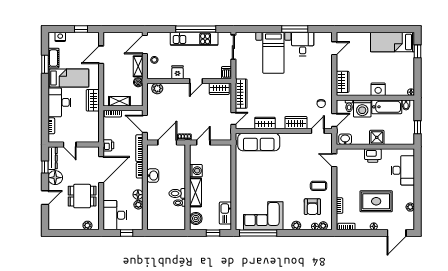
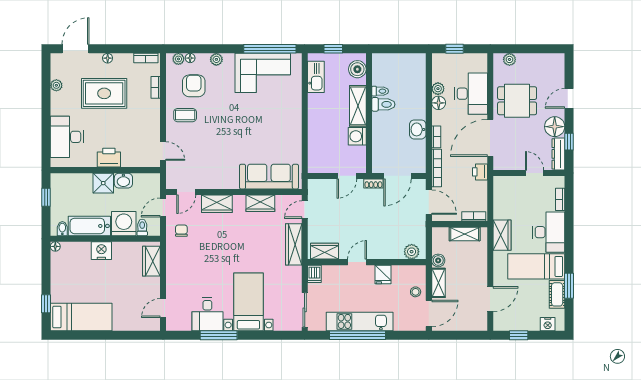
washbasin: (345, 139) -> (123, 181), moved
desk: (115, 215) -> (471, 94), moved

